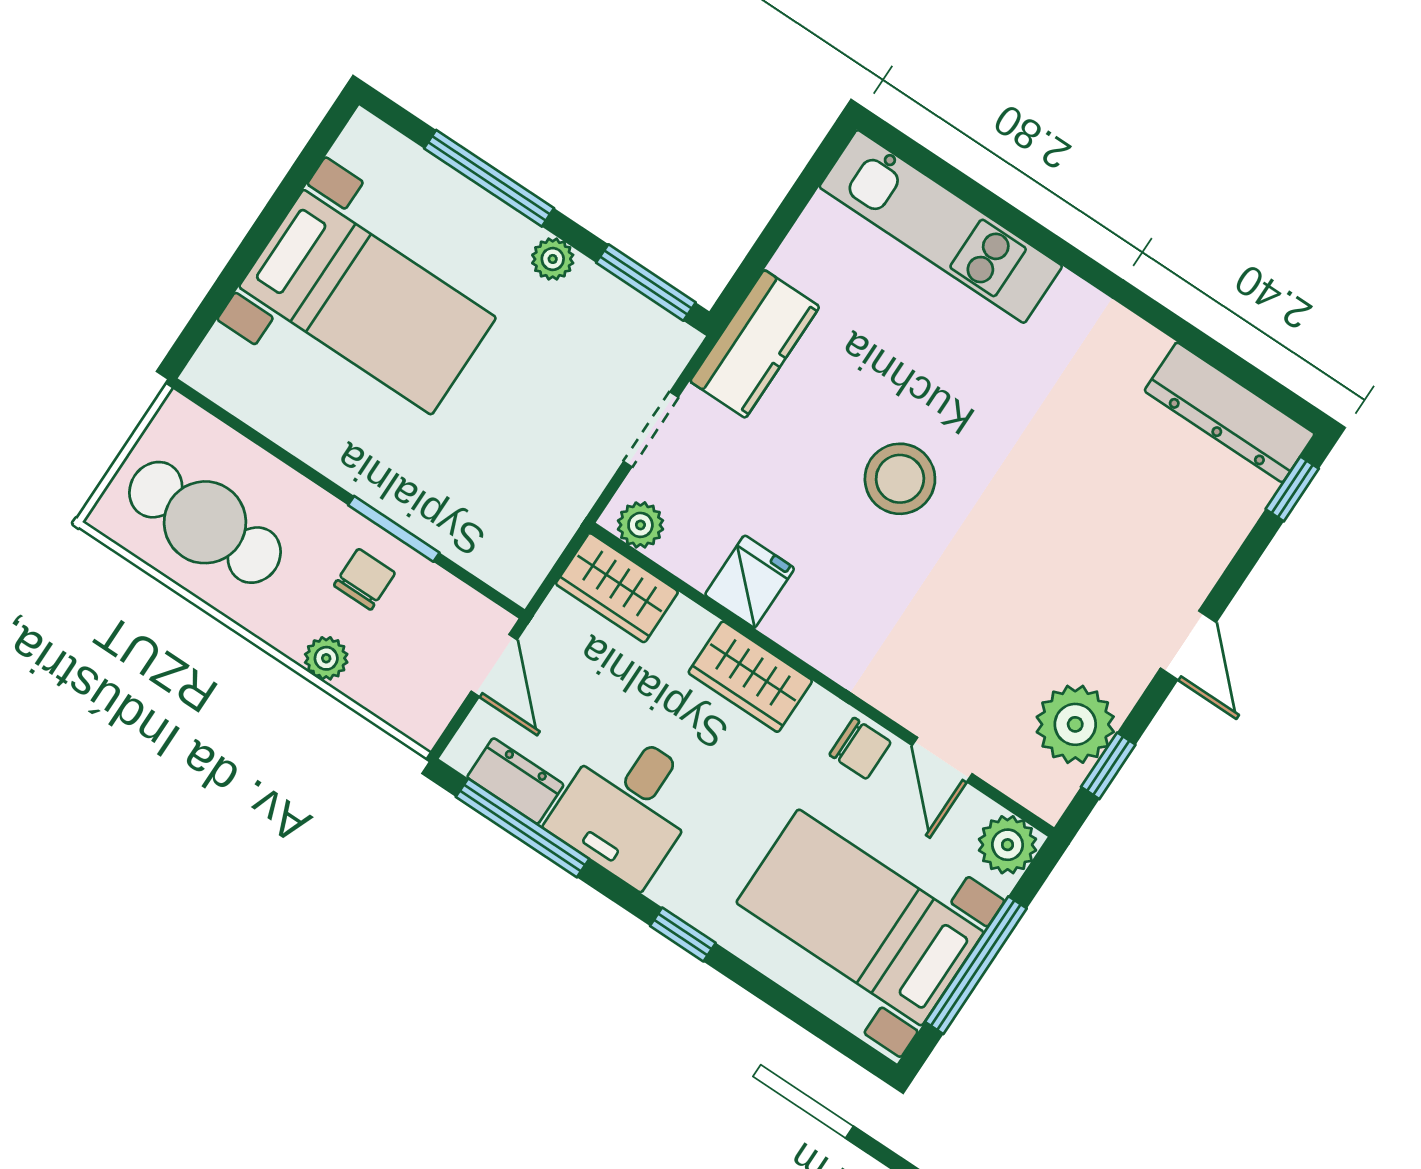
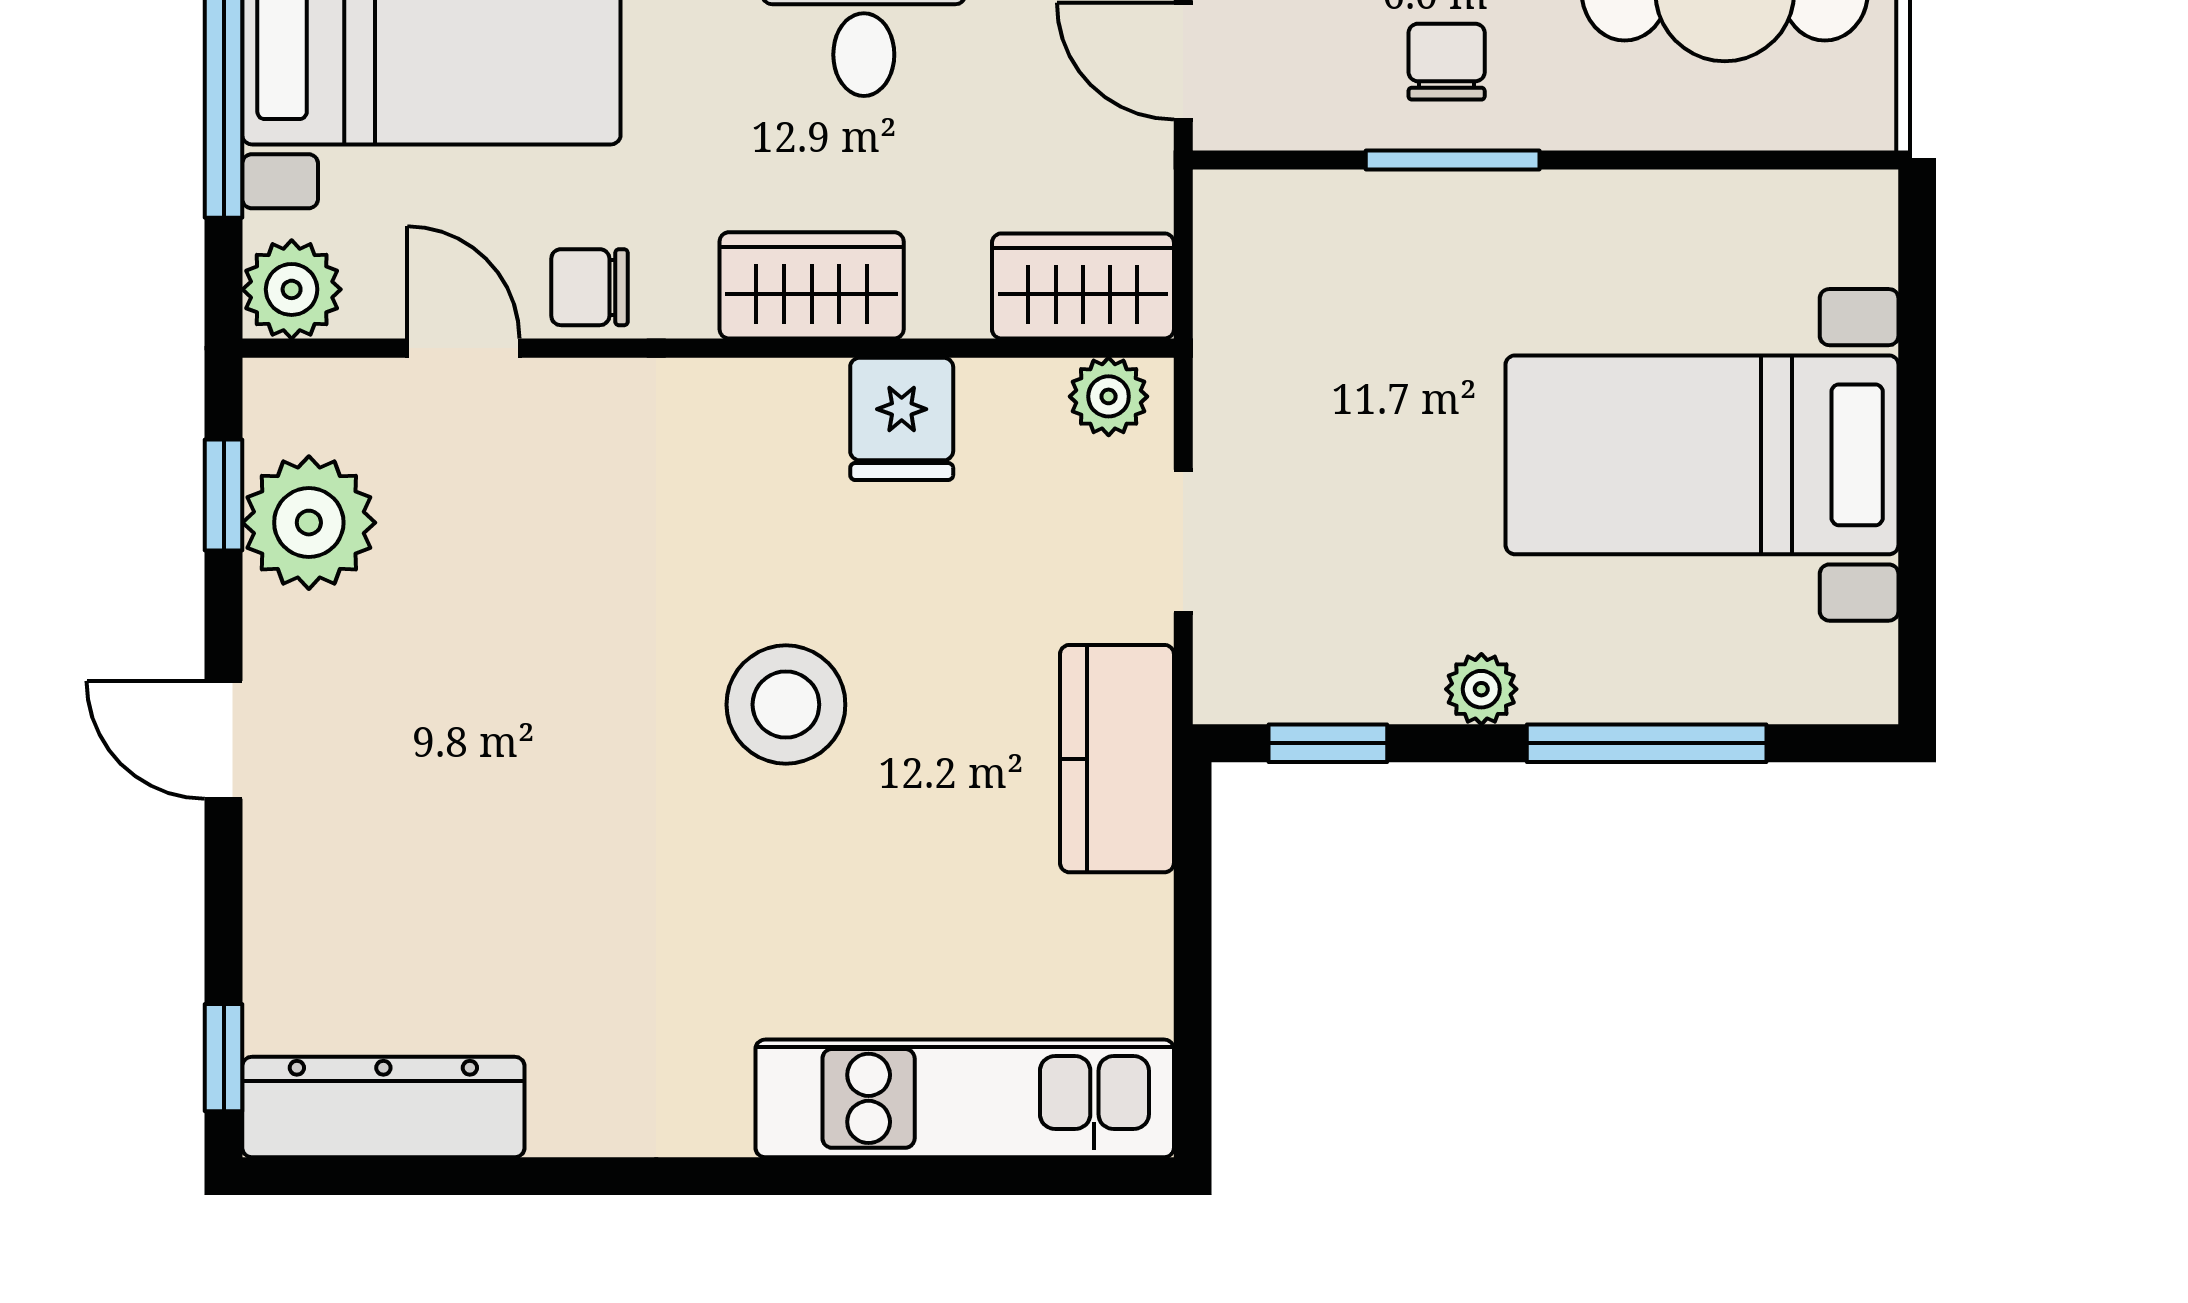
window: (646, 282) -> (1328, 743), width x0.67
chair: (365, 579) -> (1447, 62), turned 180

